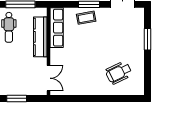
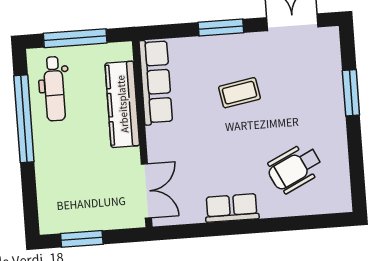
coffee table: (86, 18) -> (239, 93), moved
row of seats: (88, 89) -> (232, 208), added

